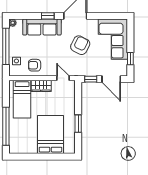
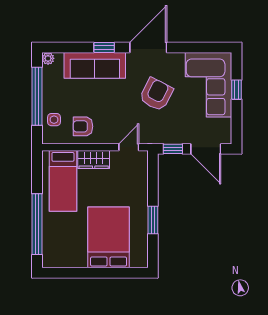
window: (130, 59) -> (237, 90), moved
door: (63, 78) -> (129, 147), hinge flipped

